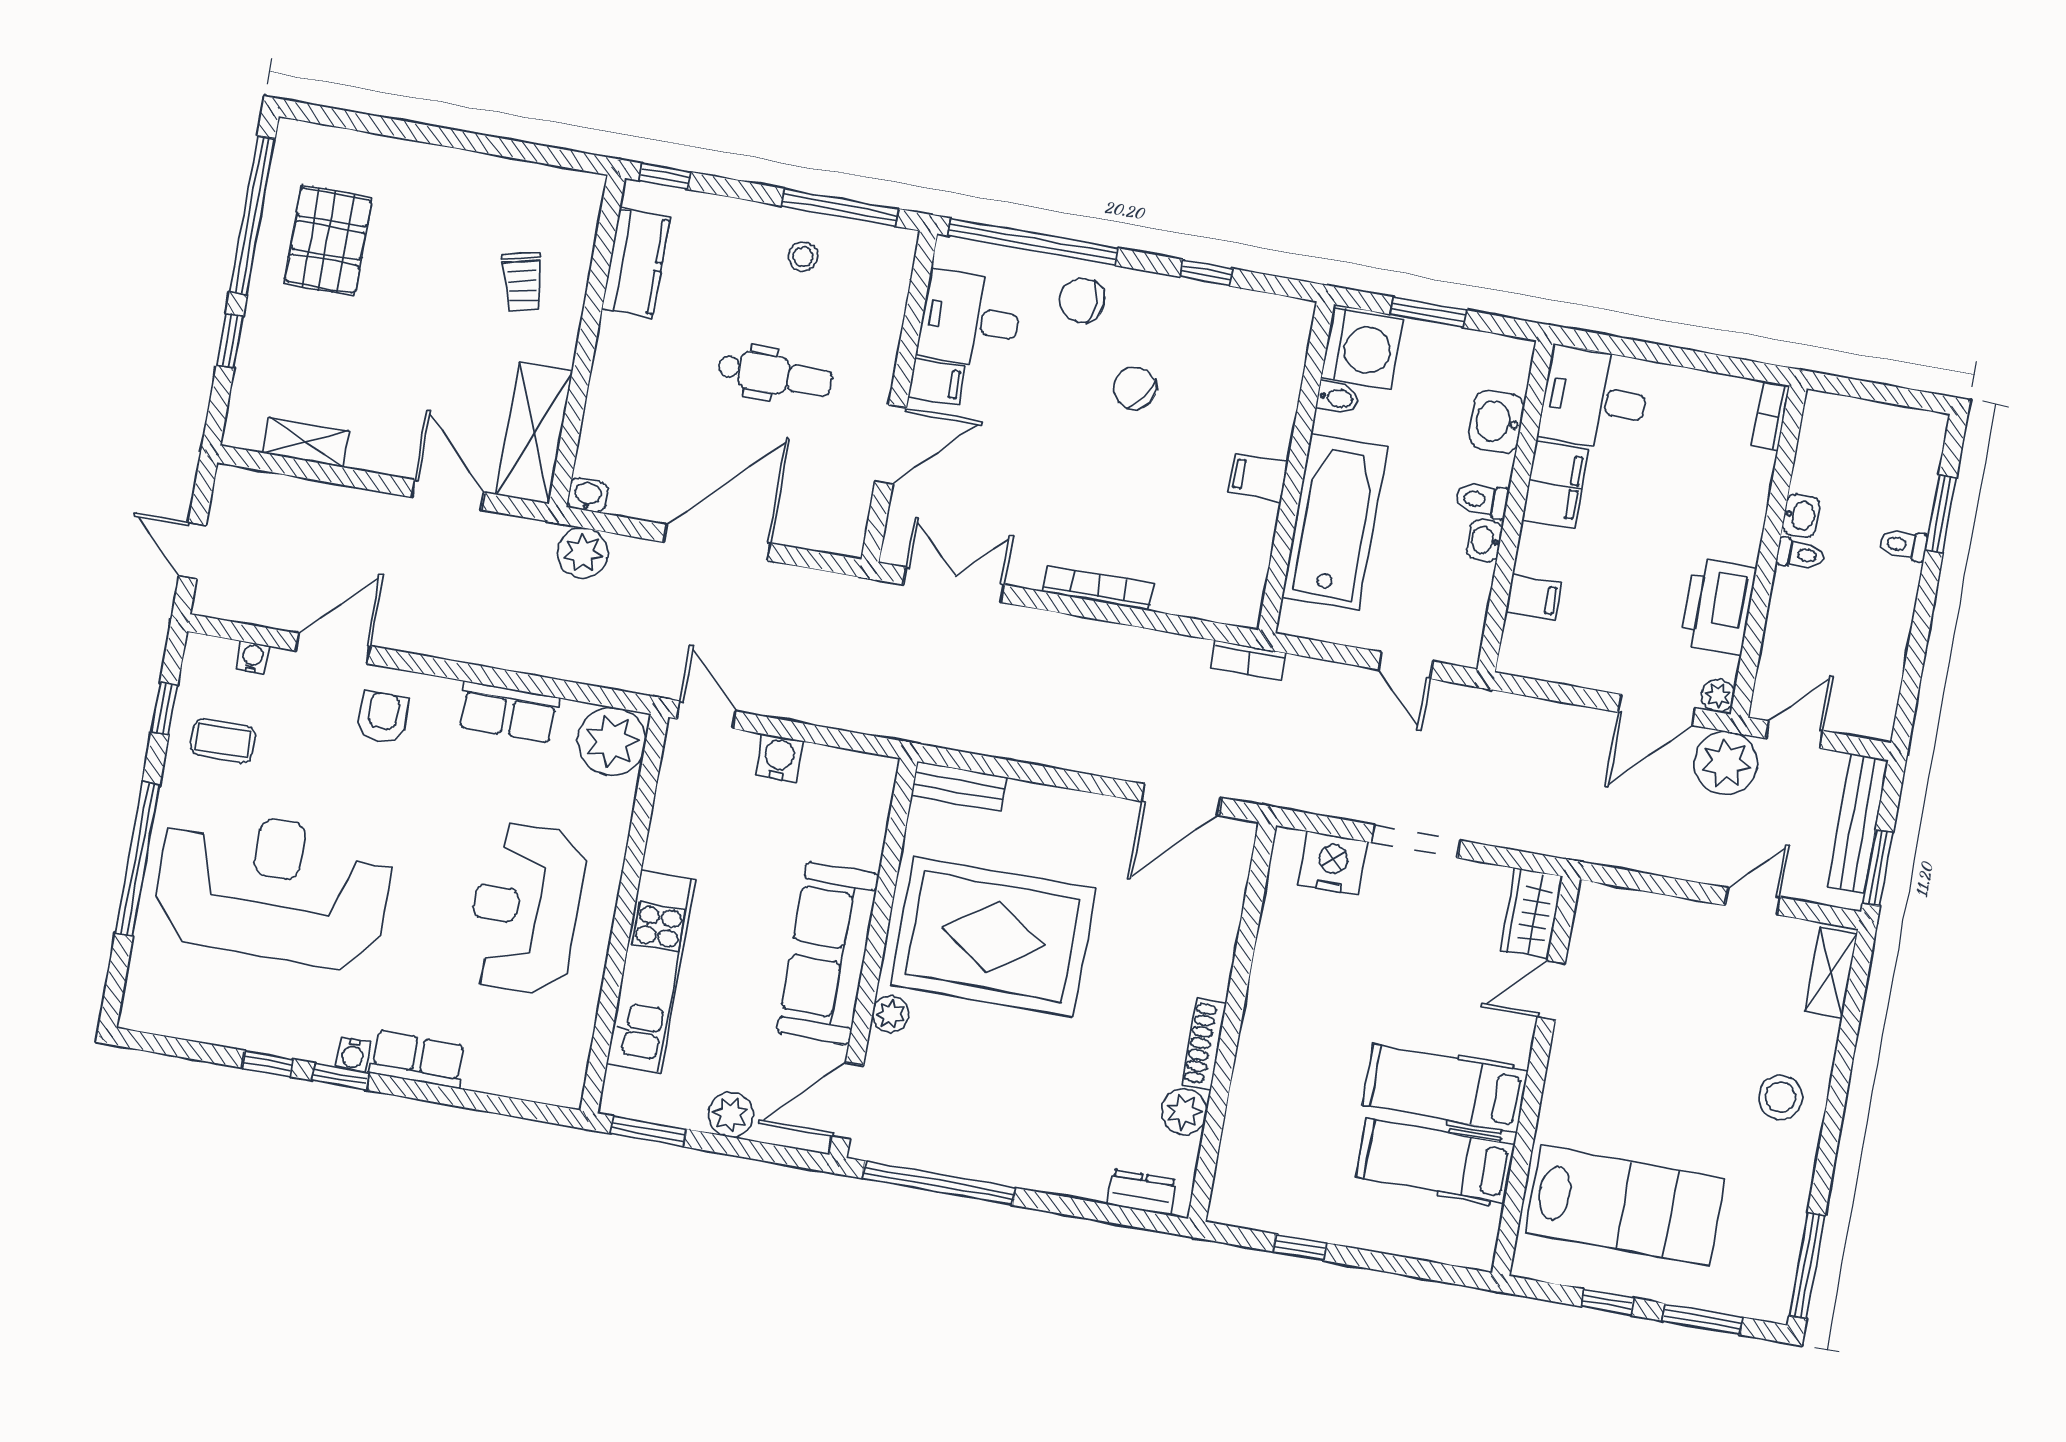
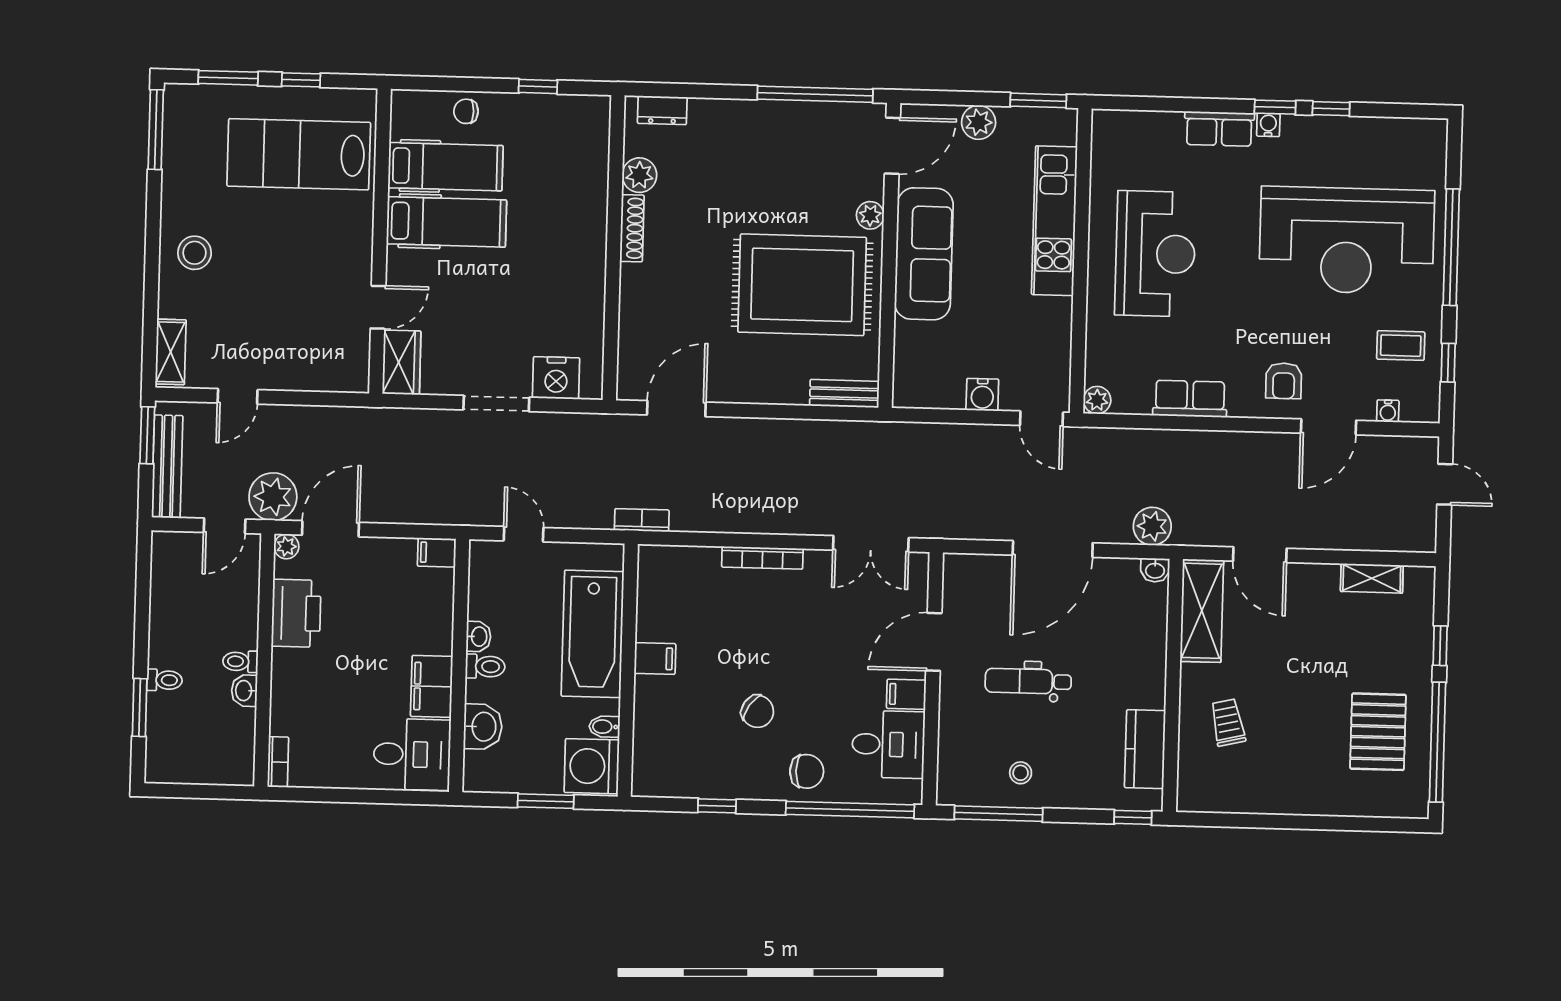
filing cabinet: (1533, 597) -> (437, 552), moved
plant: (612, 741) -> (1097, 400), width x0.53, depth x0.53
chair: (1398, 1229) -> (466, 111), added

